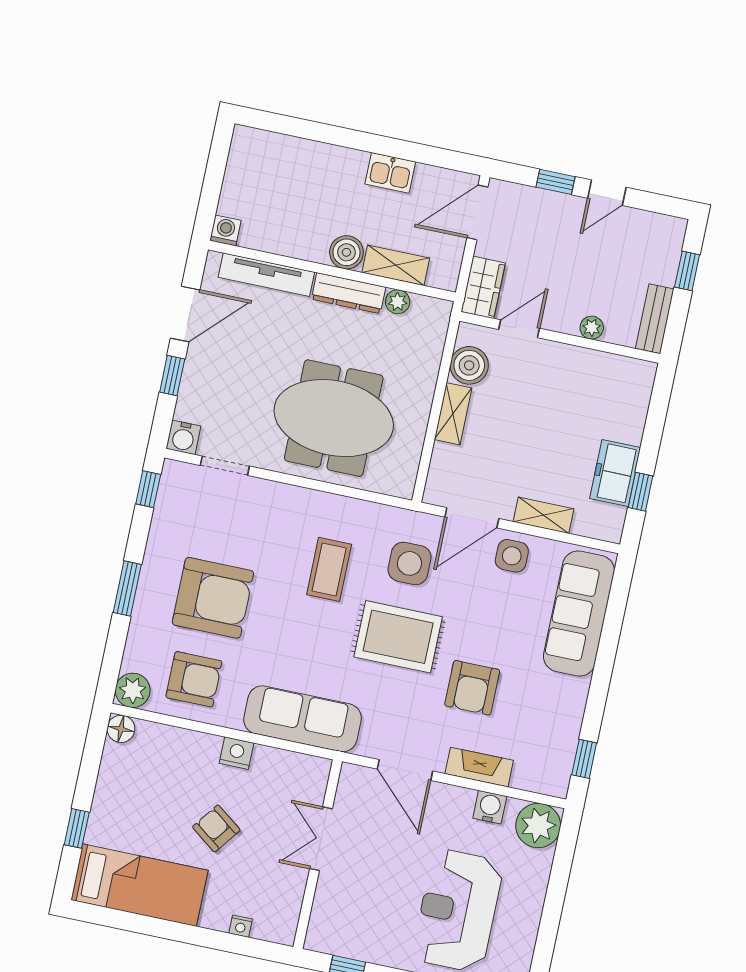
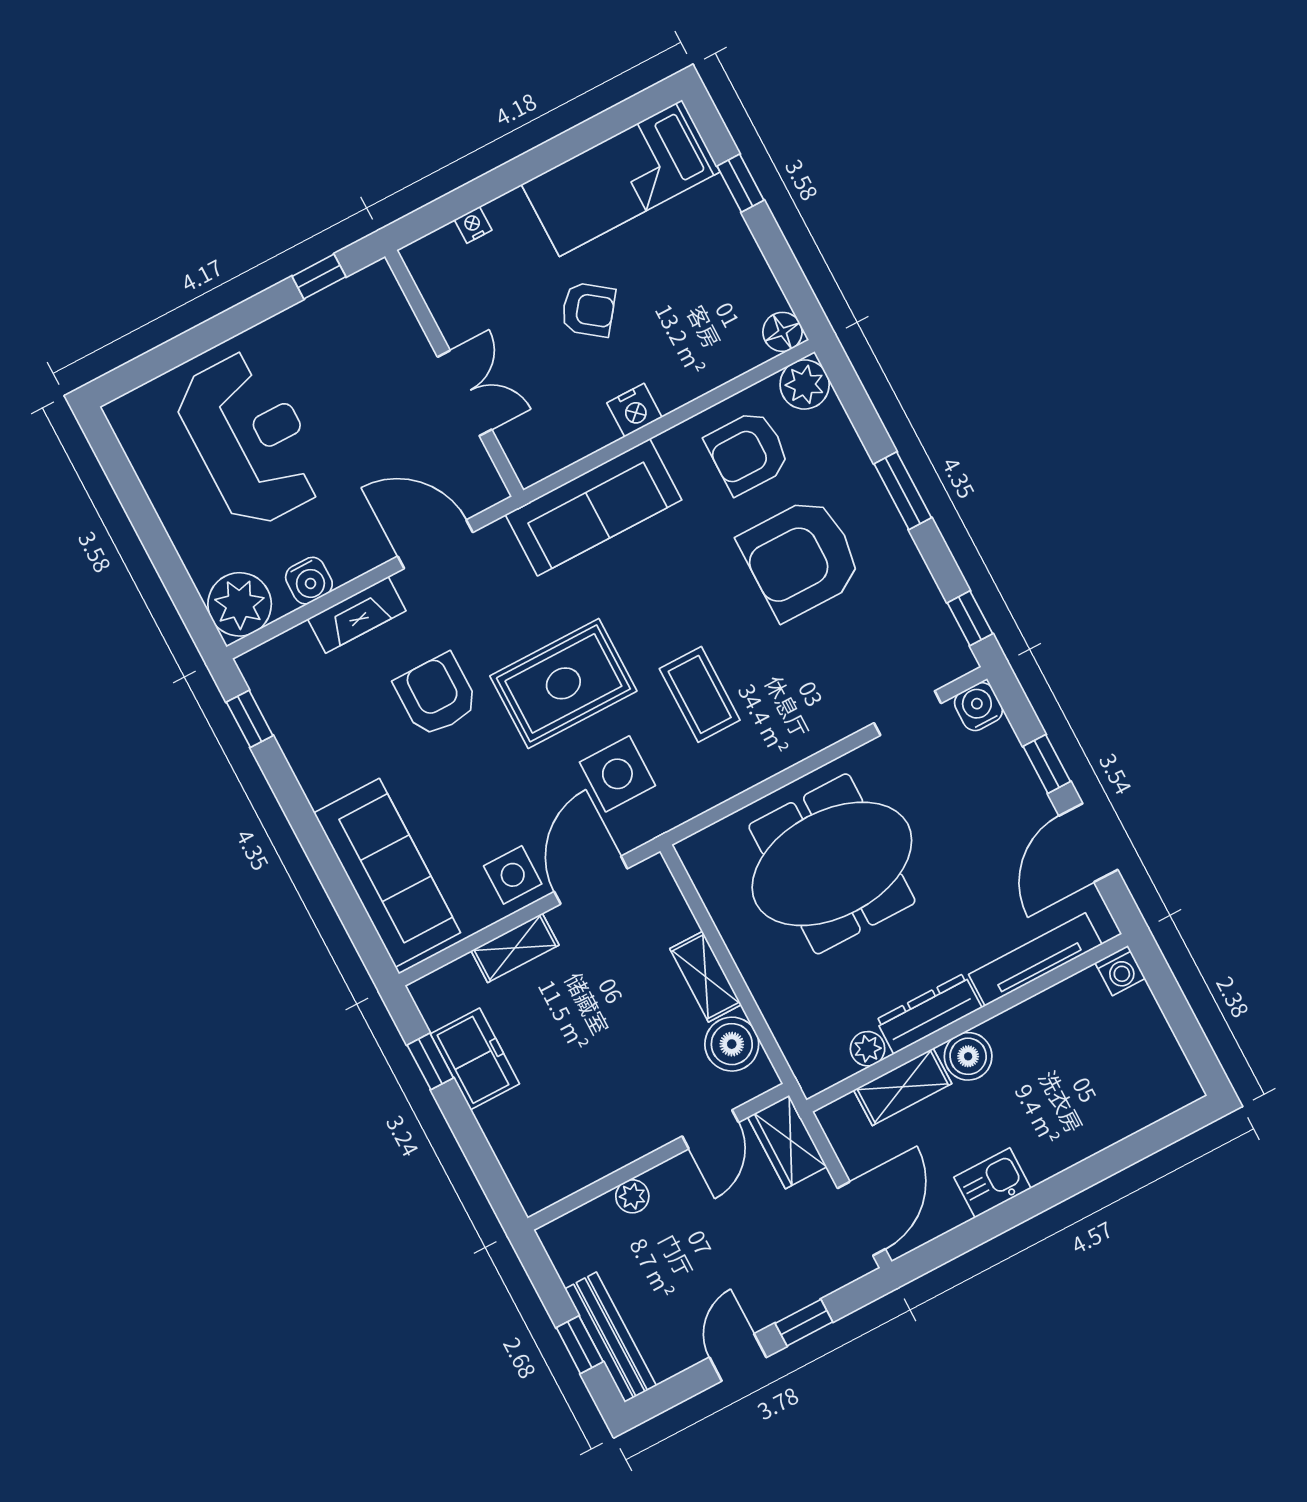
bench: (655, 319) -> (611, 1337), moved, width x1.36

